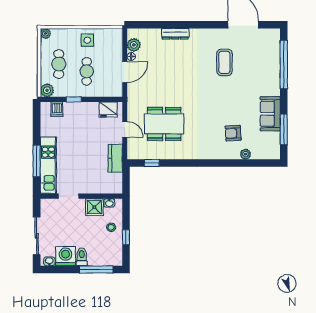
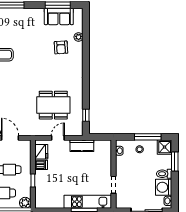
dishwasher: (57, 109) -> (41, 165), moved
sofa: (270, 114) -> (59, 16), moved
dining table: (164, 124) -> (53, 105), turned 90
shower: (94, 207) -> (165, 147), moved
window: (126, 237) -> (148, 137), width x2.17
window: (96, 269) -> (175, 162), width x0.69

